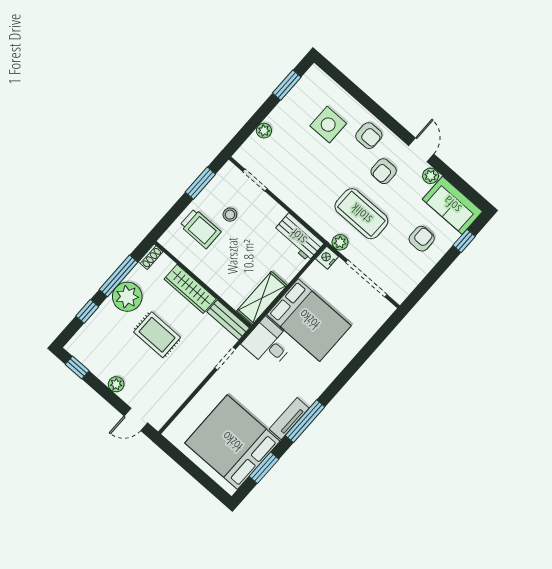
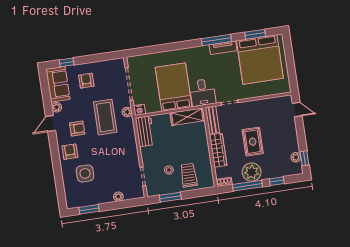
armchair: (422, 239) -> (86, 81), turned 90
plant: (116, 384) -> (296, 157), moved

